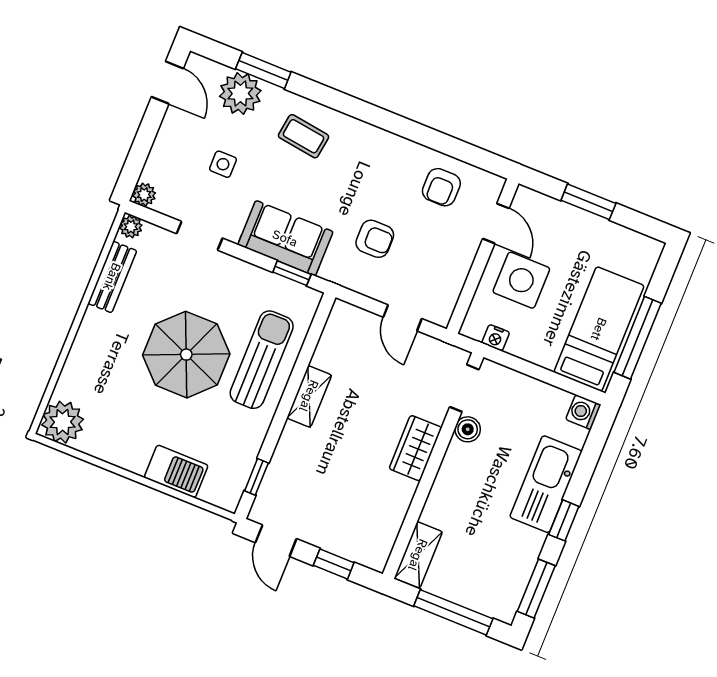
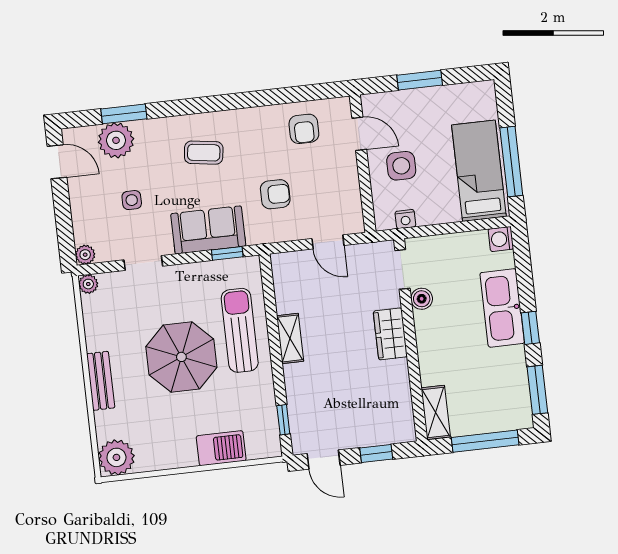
coffee table: (303, 136) -> (204, 153), moved
bench: (112, 277) -> (101, 381), moved
side table: (521, 280) -> (401, 166), width x0.73, depth x0.73

